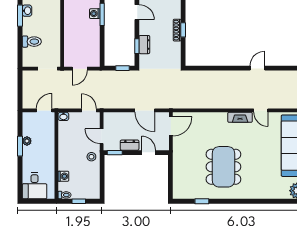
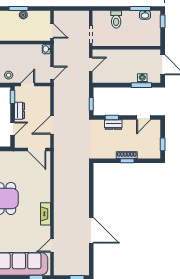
door: (257, 68) -> (91, 230), width x1.88
door: (80, 69) -> (91, 64), swing flipped
door: (261, 110) -> (52, 245), moved

